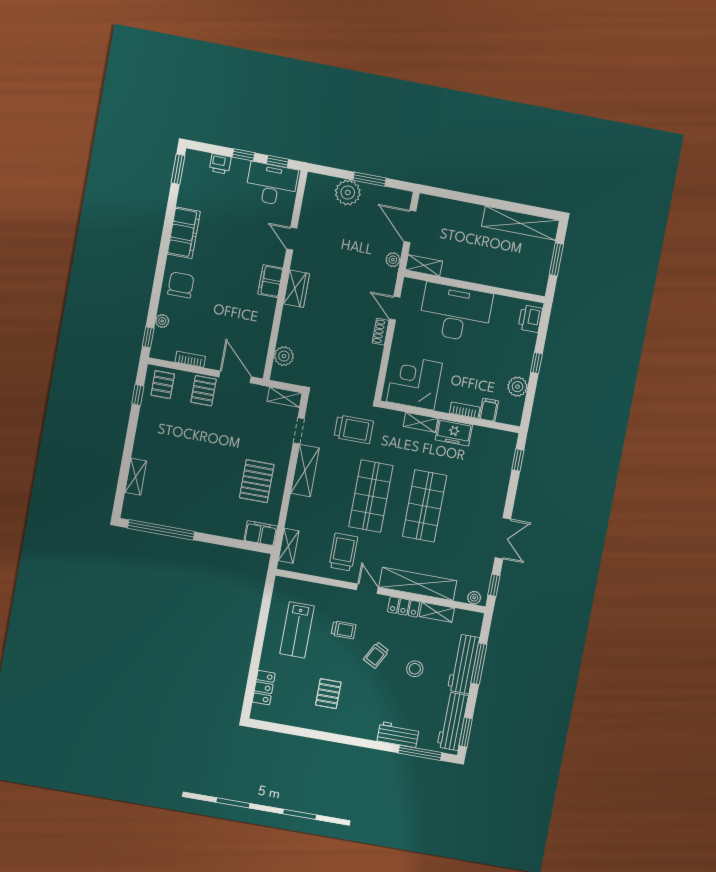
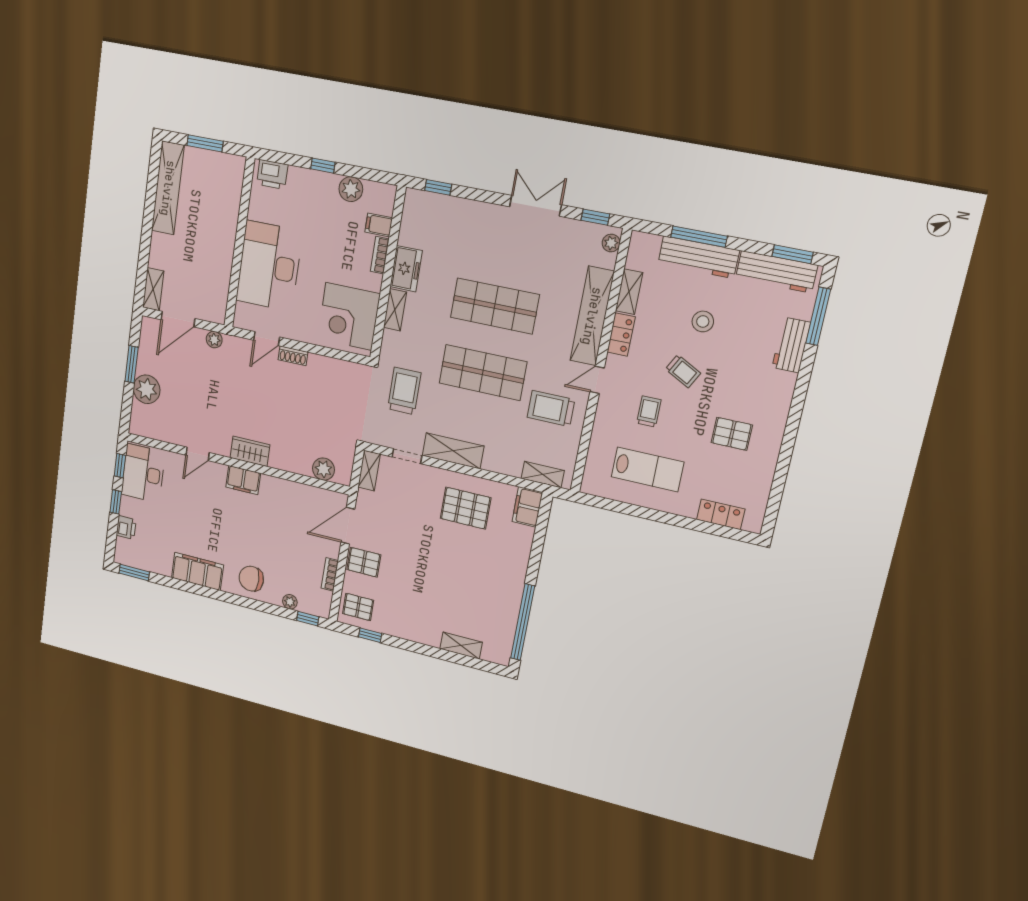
shelving: (424, 265) -> (153, 289), moved

